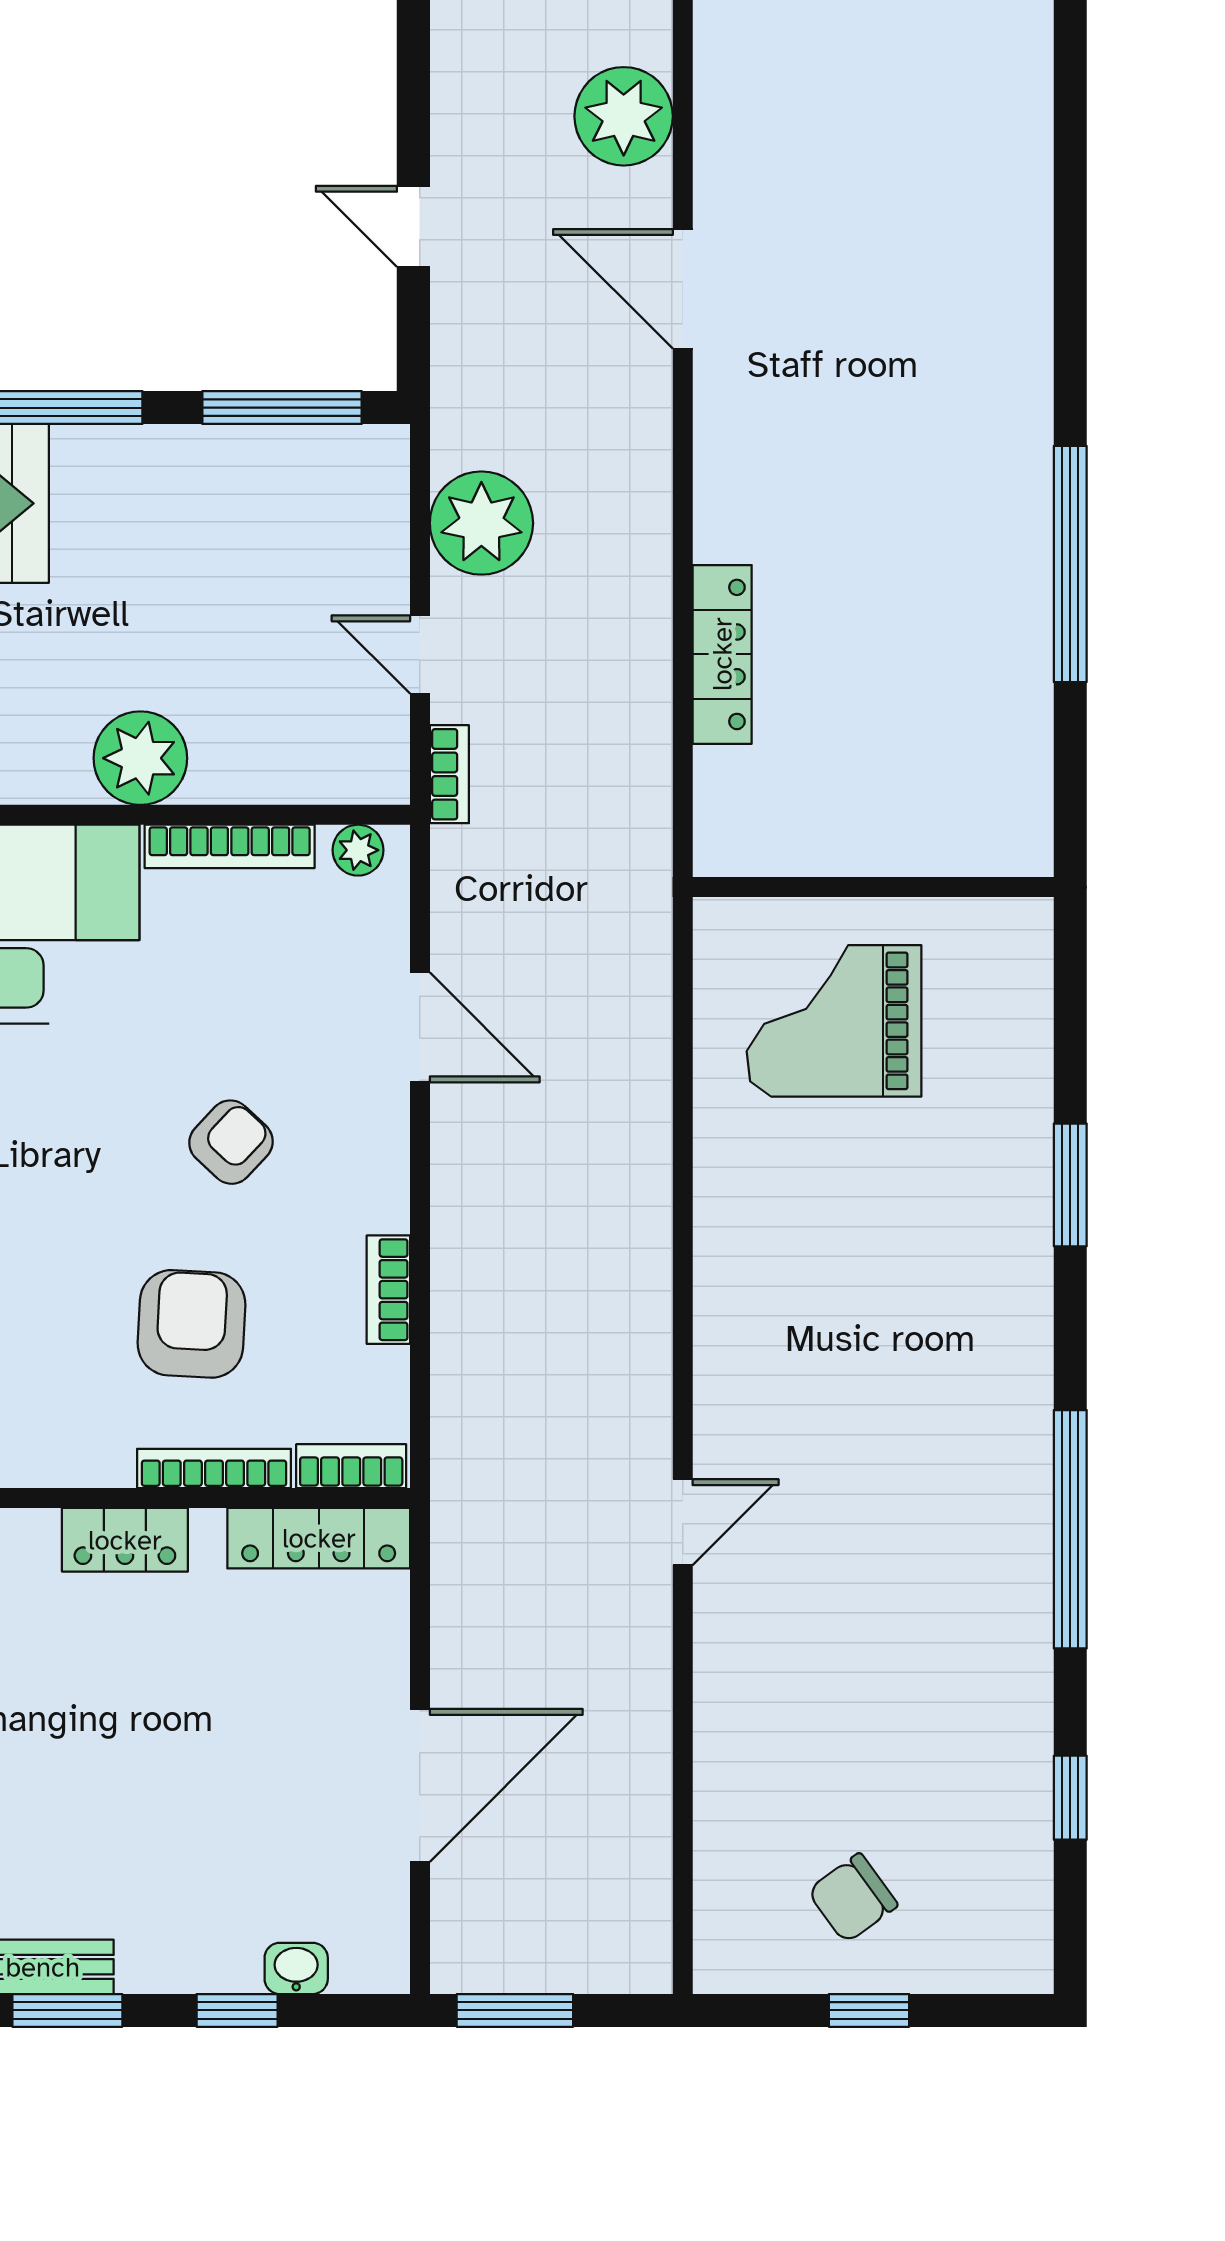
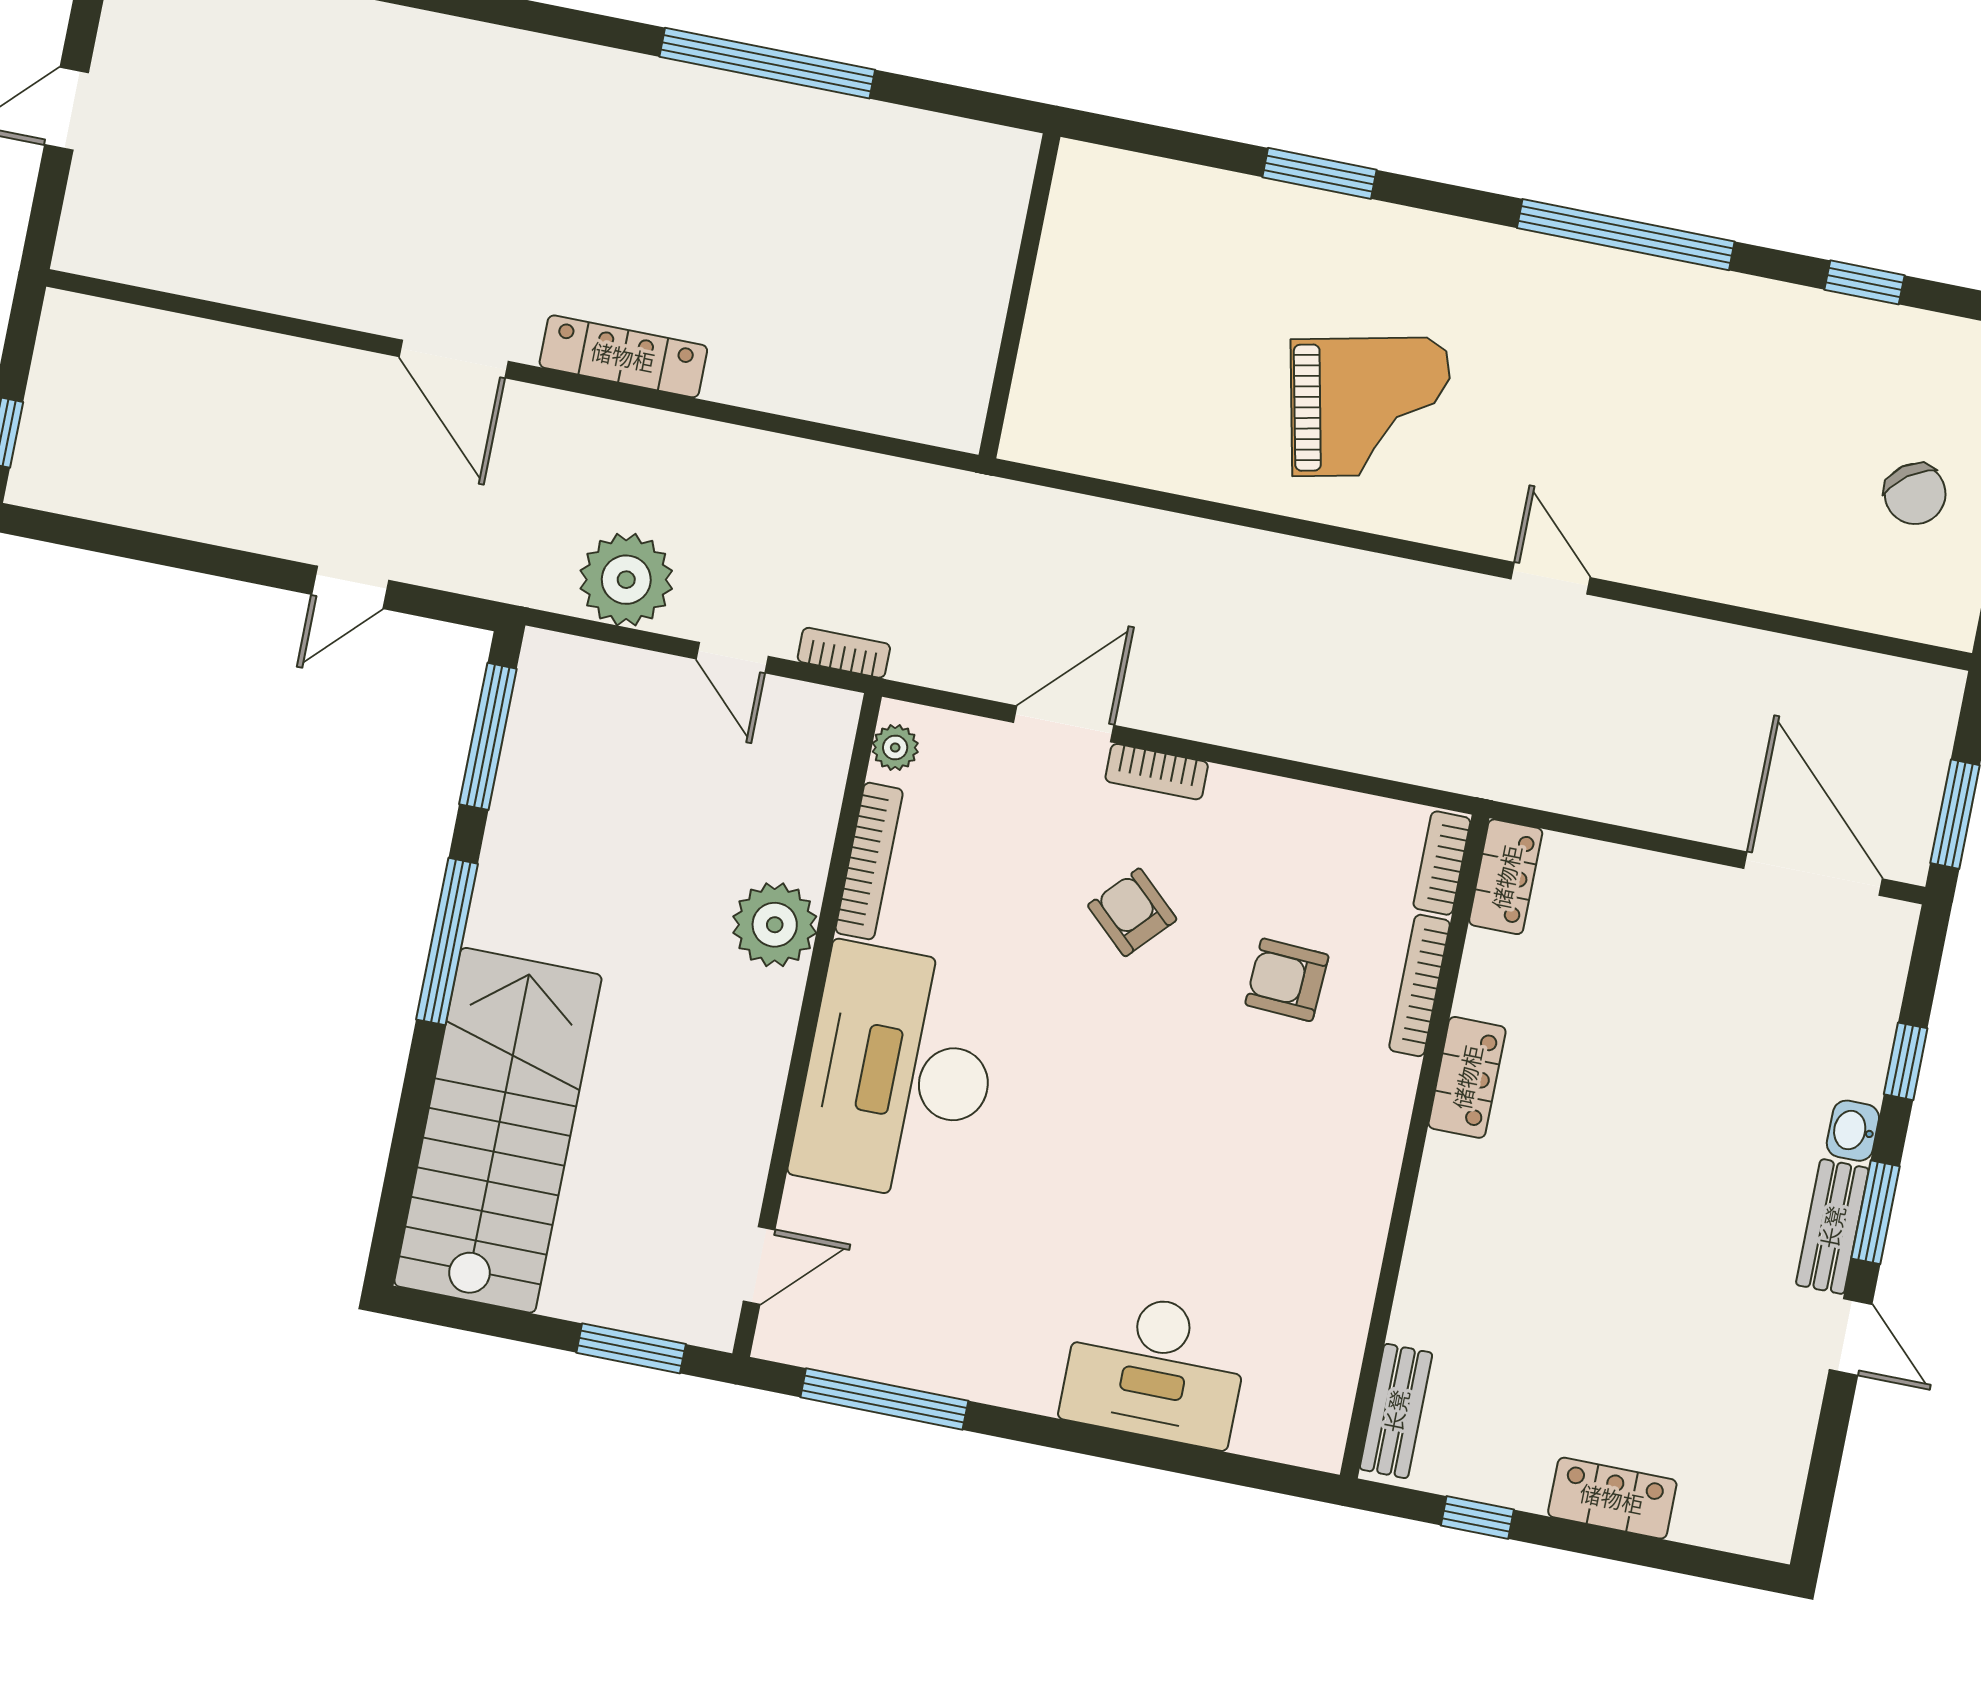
plant: (624, 116) -> (290, 381), removed
door: (683, 289) -> (454, 359), hinge flipped
locker: (722, 654) -> (623, 356), moved
door: (420, 655) -> (732, 658), hinge flipped
grand piano: (834, 1021) -> (1371, 407), moved, turned -102
bookcase: (388, 1290) -> (1157, 772), moved
armchair: (192, 1324) -> (1287, 980), width x0.72, depth x0.72
locker: (319, 1538) -> (1506, 877), width x0.66
door: (420, 1785) -> (1813, 874), moved
washbasin: (296, 1968) -> (1853, 1131), moved

